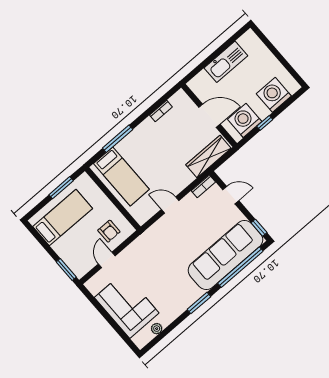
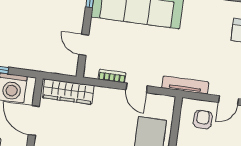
bookcase: (203, 186) -> (112, 76), moved
tv unit: (143, 240) -> (185, 85), added

